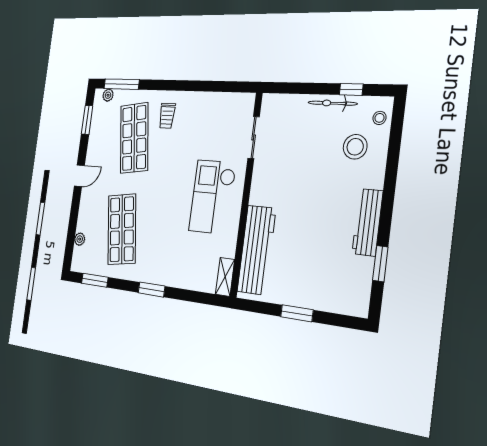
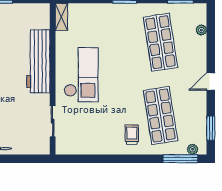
workbench: (257, 250) -> (38, 61), moved

